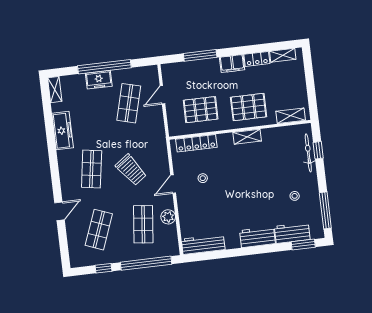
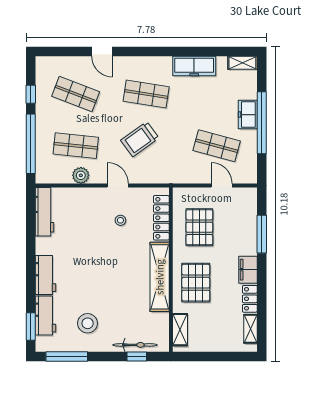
shelving: (247, 137) -> (160, 277), width x2.20, depth x1.33
stool: (295, 196) -> (88, 323), width x1.89, depth x1.89

